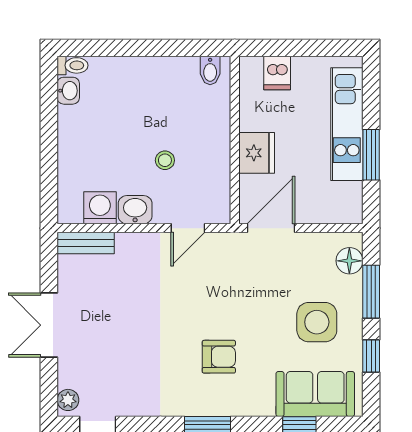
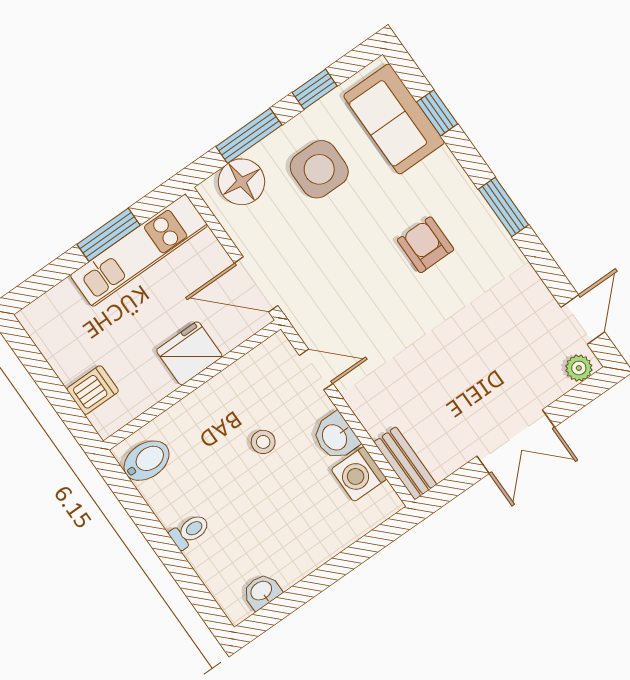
toilet: (73, 65) -> (190, 531), moved, turned 90
bidet: (210, 70) -> (147, 461), width x1.38, depth x1.36
kitchen unit: (347, 124) -> (139, 250), moved
floor lamp: (349, 261) -> (242, 182), width x1.38, depth x1.38

